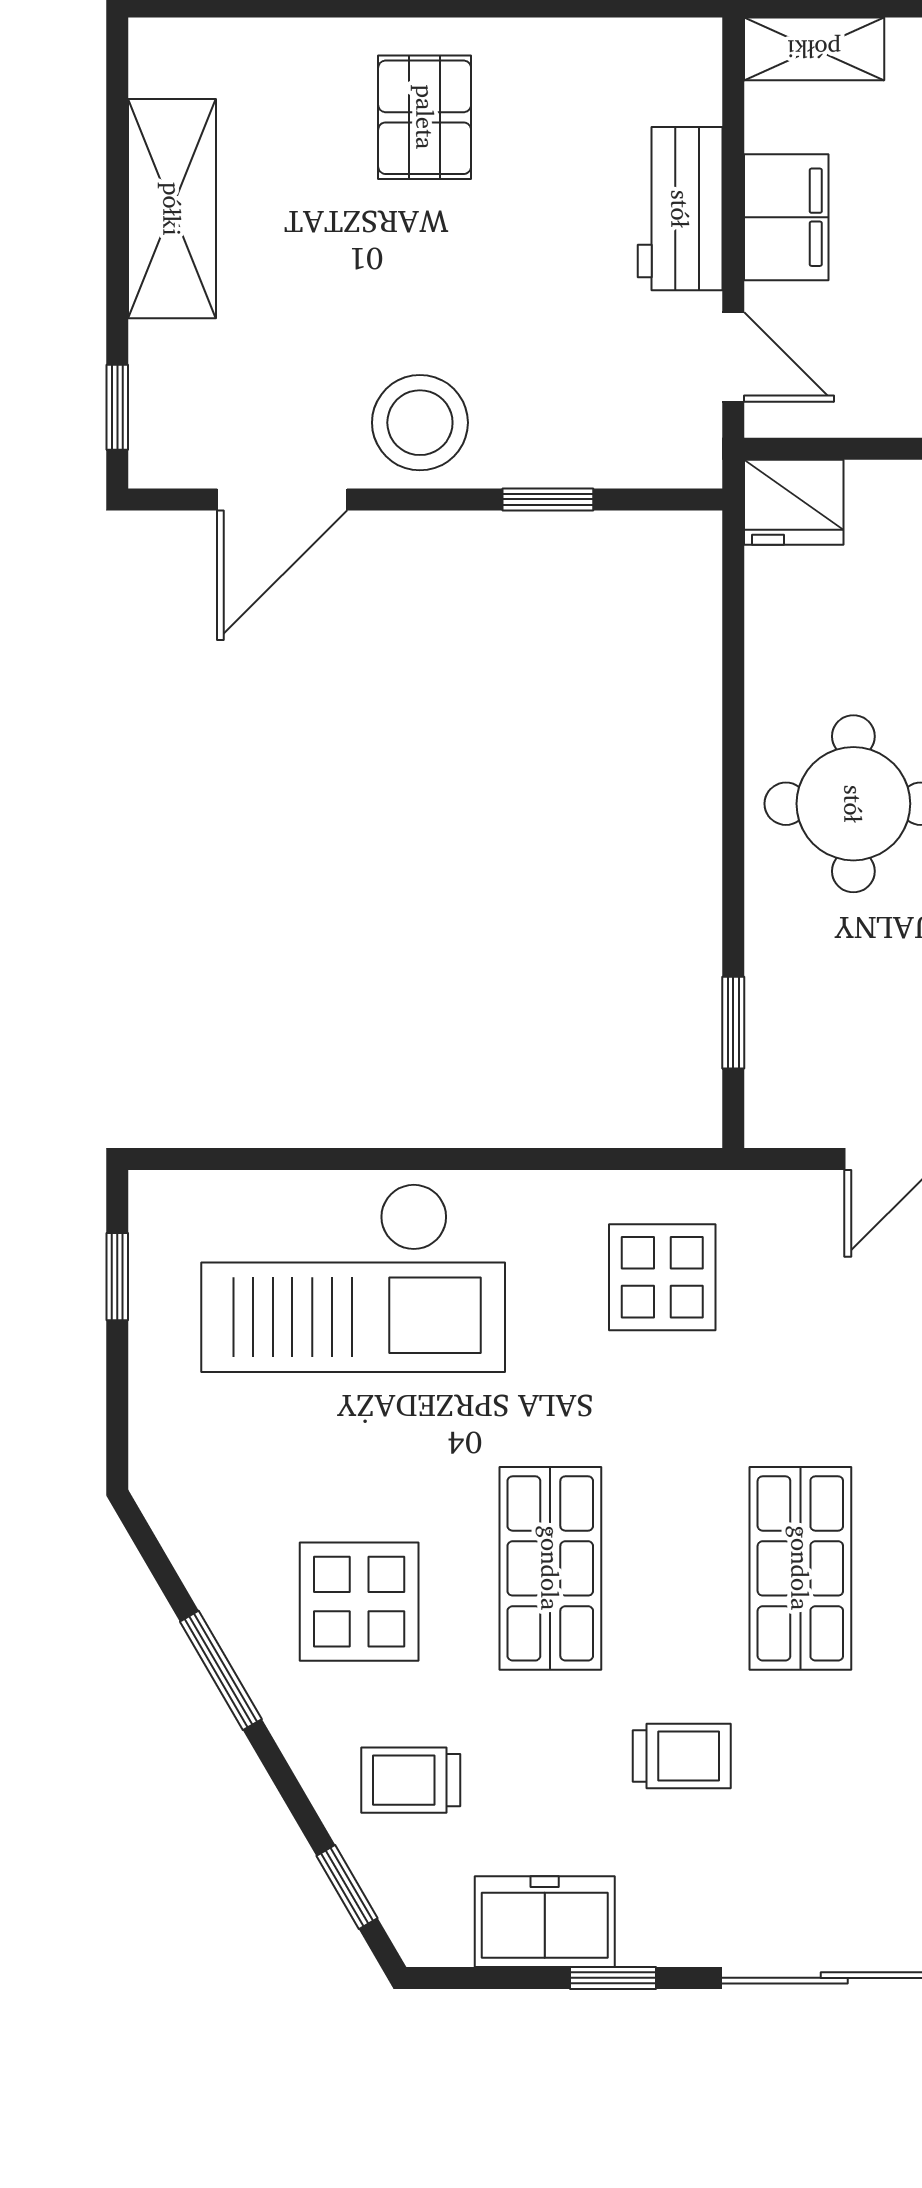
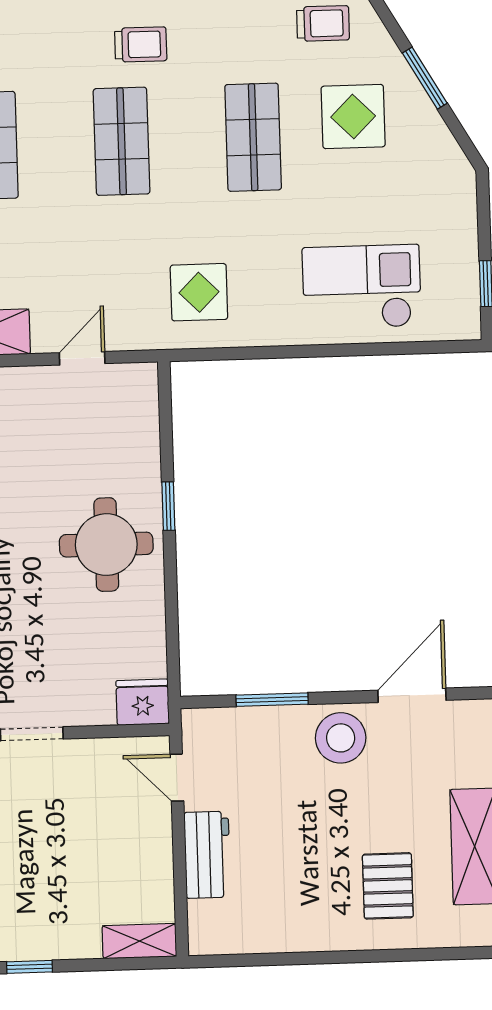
pallet: (425, 117) -> (388, 886), moved
filing cabinet: (786, 217) -> (151, 852), removed
window: (548, 499) -> (272, 700), width x1.50
window: (733, 1023) -> (168, 506), moved
checkout: (353, 1277) -> (362, 287), width x0.73, depth x0.83
trolley: (682, 1756) -> (141, 44), moved, turned 180

